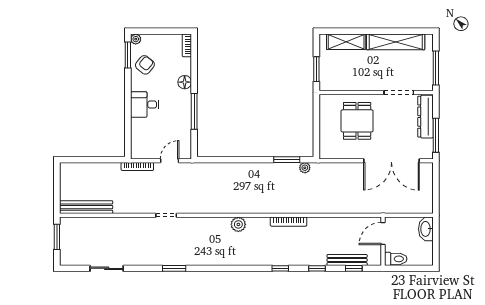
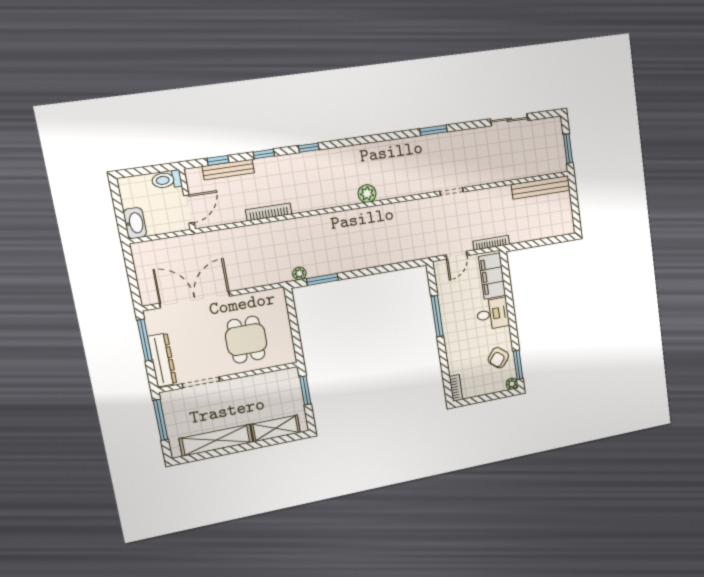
floor lamp: (185, 82) -> (452, 347), removed
filing cabinet: (140, 138) -> (492, 276), added
bookcase: (289, 222) -> (269, 212), moved

